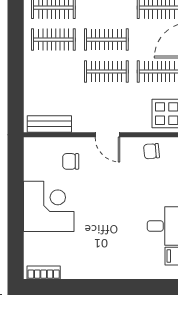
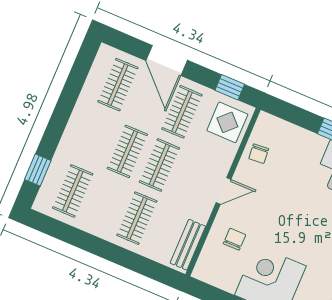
clothes rail: (53, 40) -> (137, 218), moved
chair: (71, 161) -> (235, 239), turned 180

